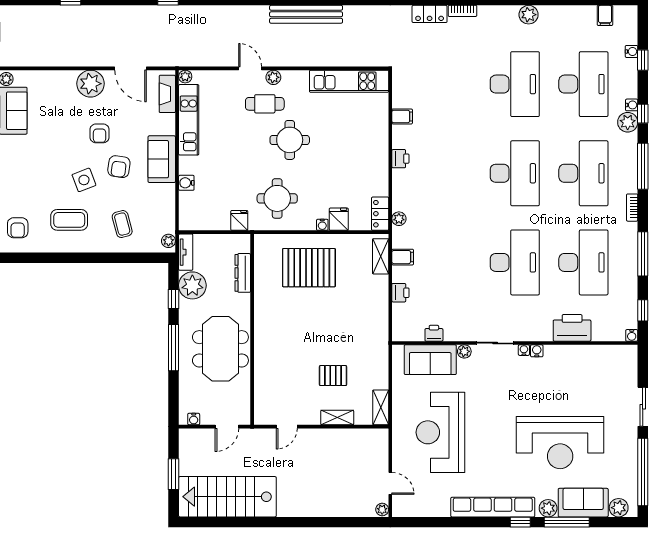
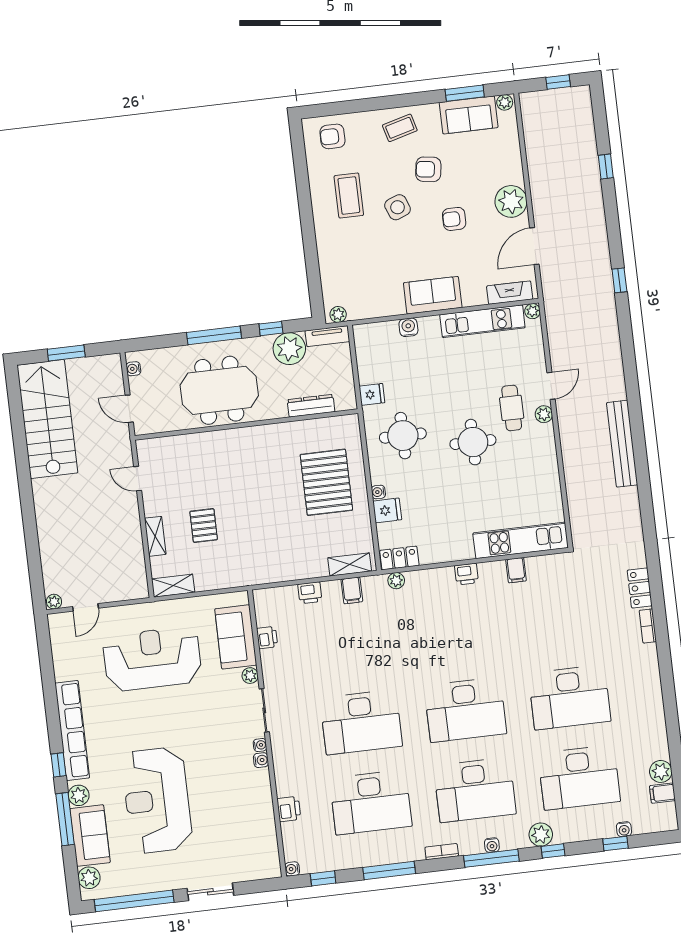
plant: (529, 15) -> (661, 771), moved
kitchen unit: (349, 81) -> (521, 540), moved, turned 90
water cooler: (632, 105) -> (492, 845), moved
armchair: (119, 167) -> (428, 169), moved
coffee table: (122, 224) -> (400, 128), moved
printer: (572, 328) -> (289, 809), width x0.53, depth x0.68

